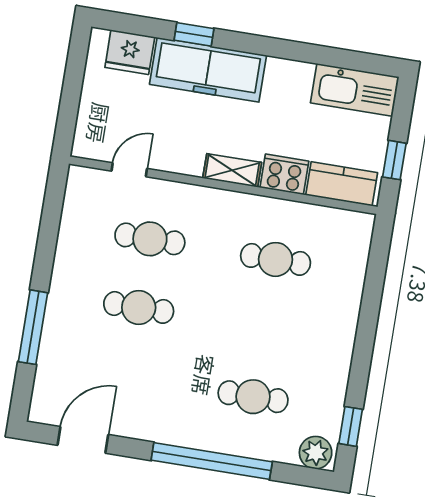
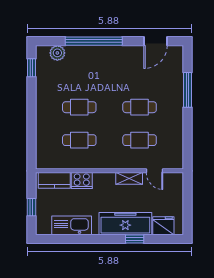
kitchen sink: (355, 90) -> (72, 225), moved
window: (394, 160) -> (31, 207), moved
door: (129, 170) -> (155, 171), hinge flipped
shelving: (232, 170) -> (129, 178), moved
cafe table: (253, 397) -> (79, 107), moved
plant: (316, 453) -> (57, 53), moved

